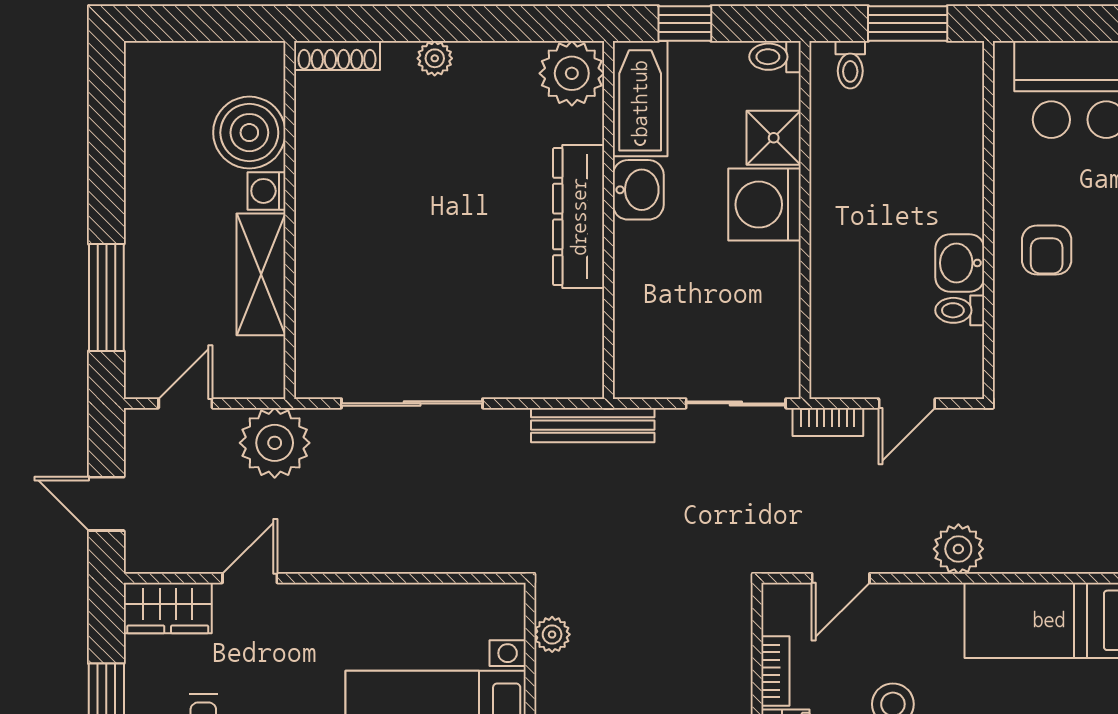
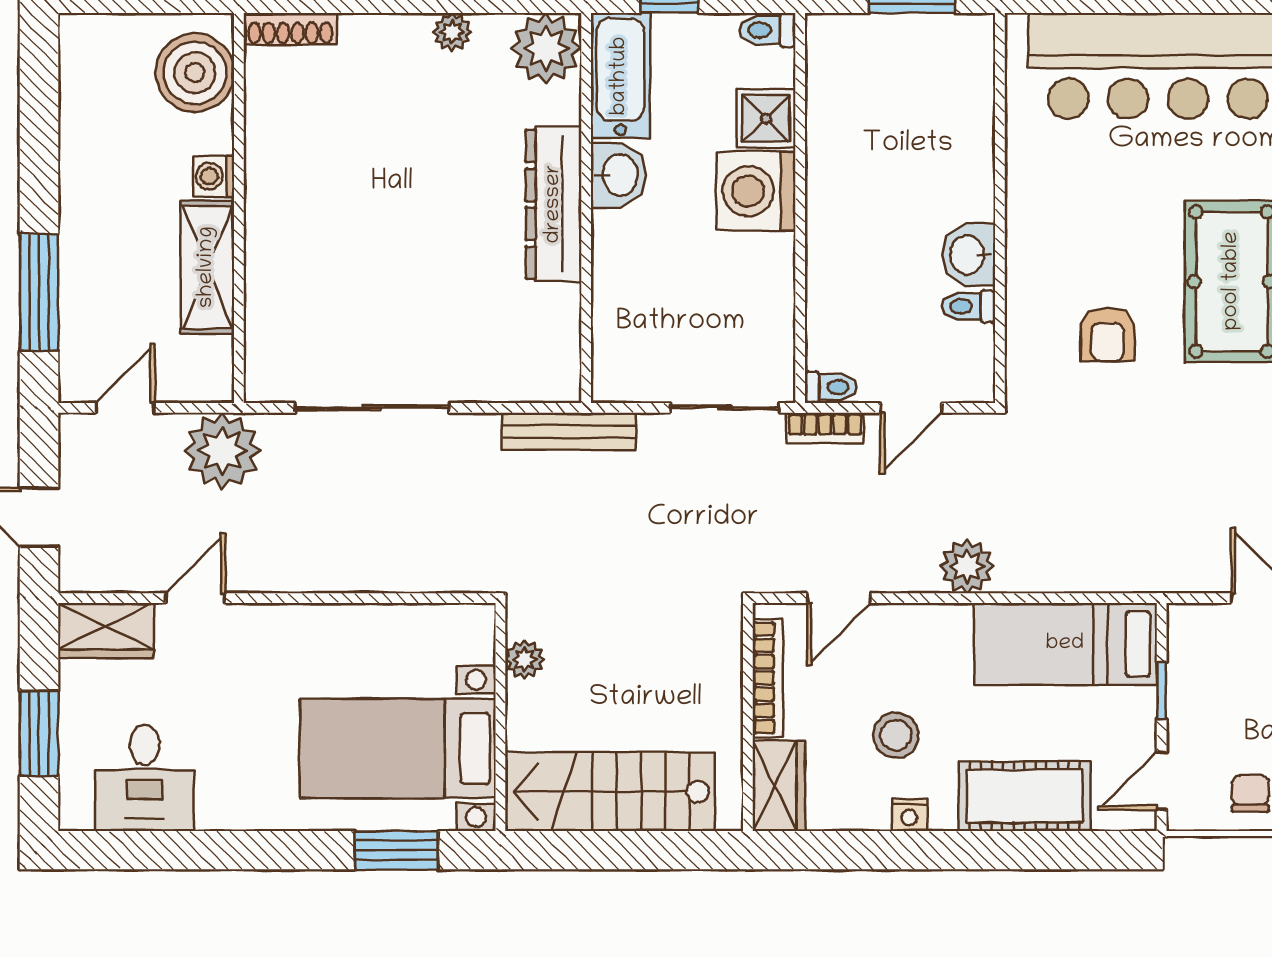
plant: (435, 58) -> (452, 32), moved
toilet: (850, 65) -> (831, 387), moved, turned -90
boiler: (249, 133) -> (195, 73), moved
armchair: (1047, 250) -> (1108, 335), moved
bookcase: (775, 671) -> (768, 678), width x1.56

